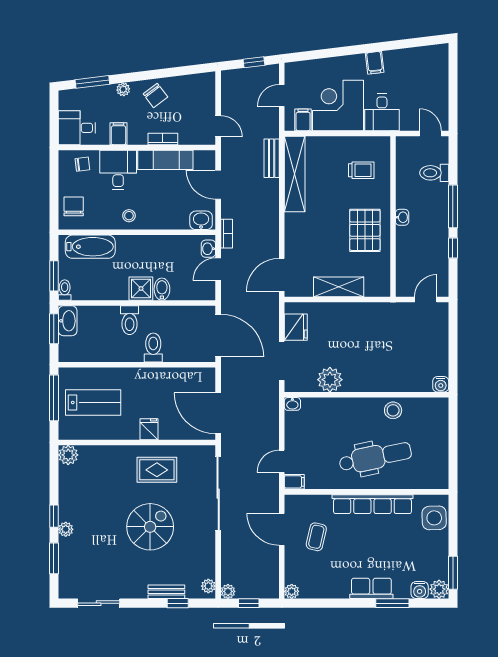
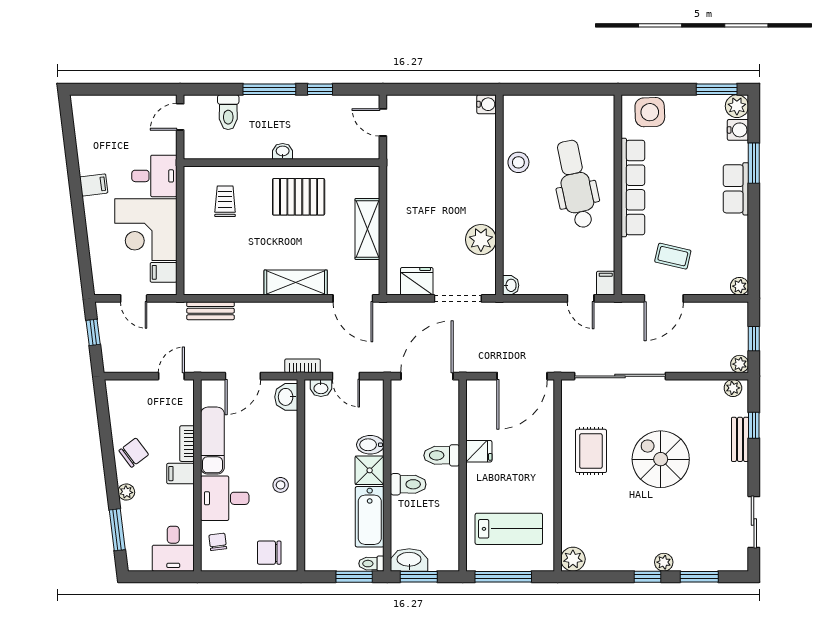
filing cabinet: (118, 134) -> (180, 474), moved
shelving: (295, 174) -> (296, 283), moved, width x0.68
bathtub: (90, 247) -> (370, 517), moved, turned 180
lab bench: (93, 402) -> (509, 529), turned 90
fridge: (149, 429) -> (479, 451), moved, turned 180

